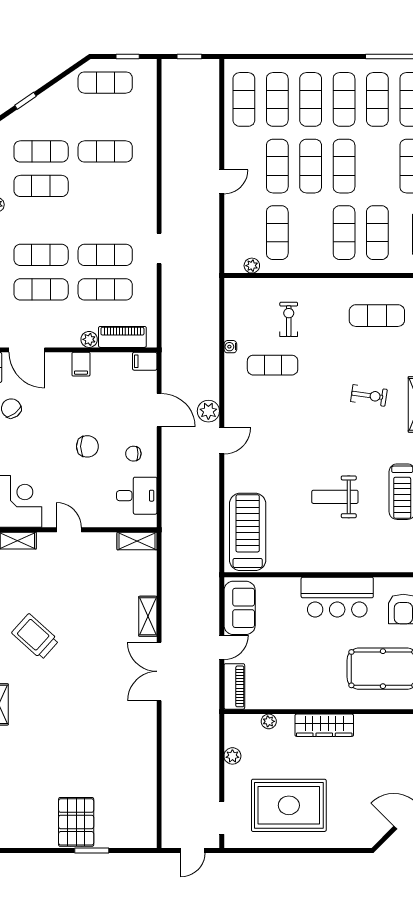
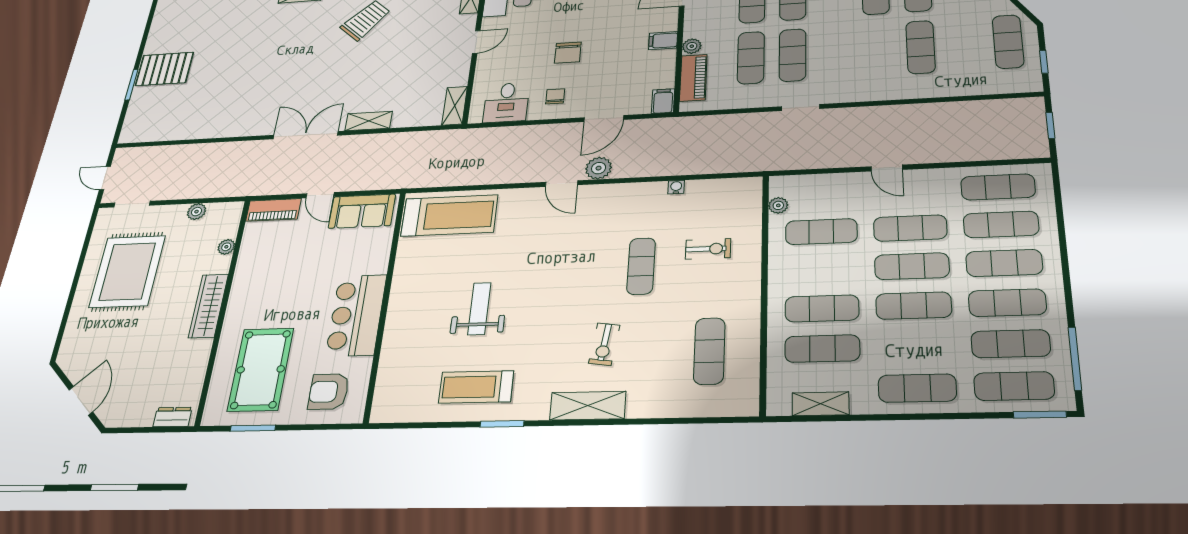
exercise mat: (273, 365) -> (641, 266), moved

